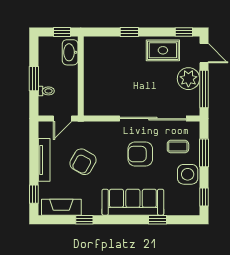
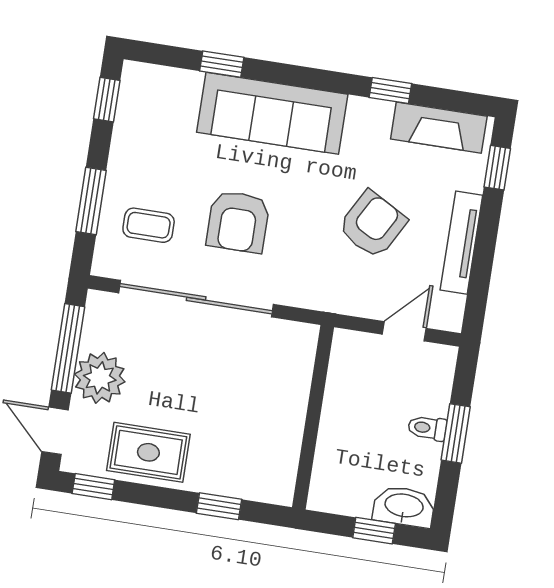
washbasin: (70, 52) -> (404, 506), moved, turned -90
wall: (81, 76) -> (313, 417), moved
toilet: (46, 91) -> (427, 428), moved
armchair: (140, 154) -> (238, 222), turned 90
side table: (188, 174) -> (136, 158), removed

